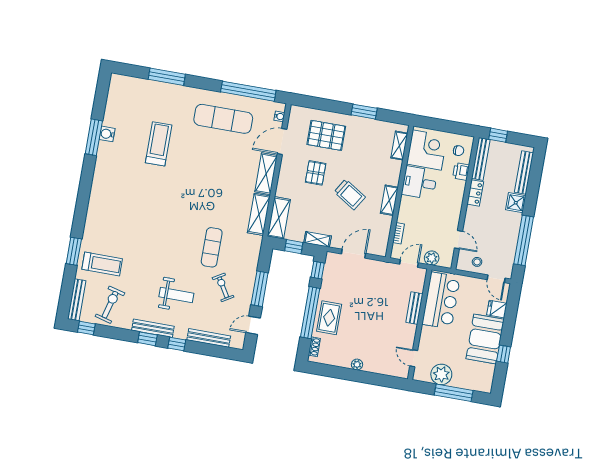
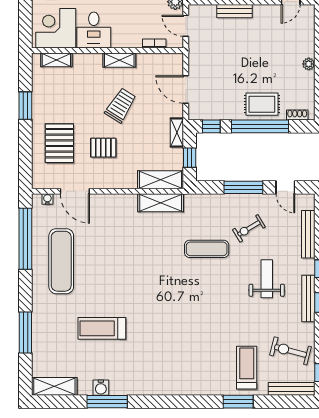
shelving: (266, 174) -> (54, 386), moved

